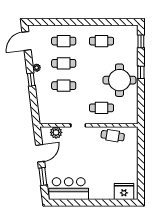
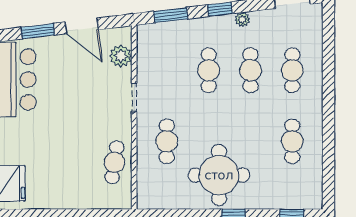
window: (34, 106) -> (171, 15), added

